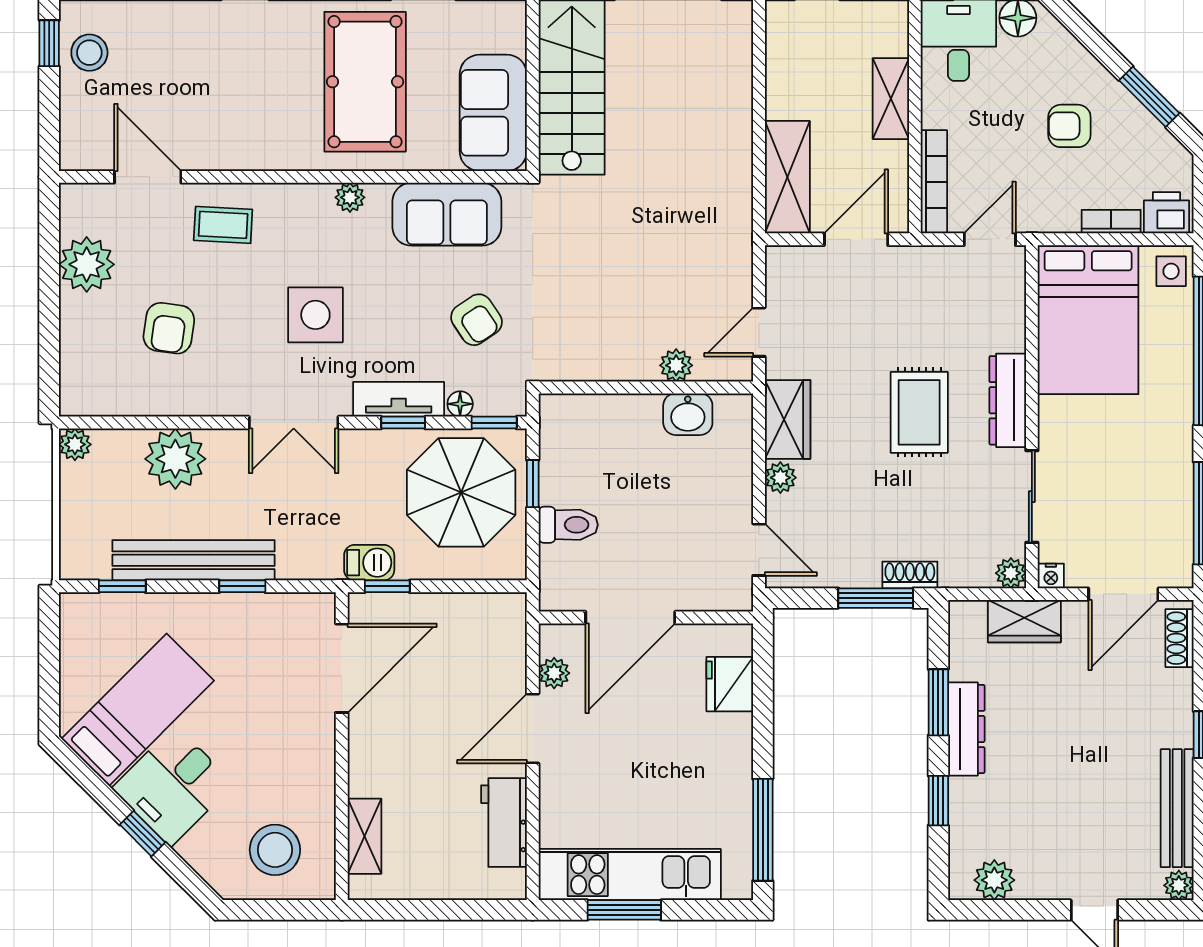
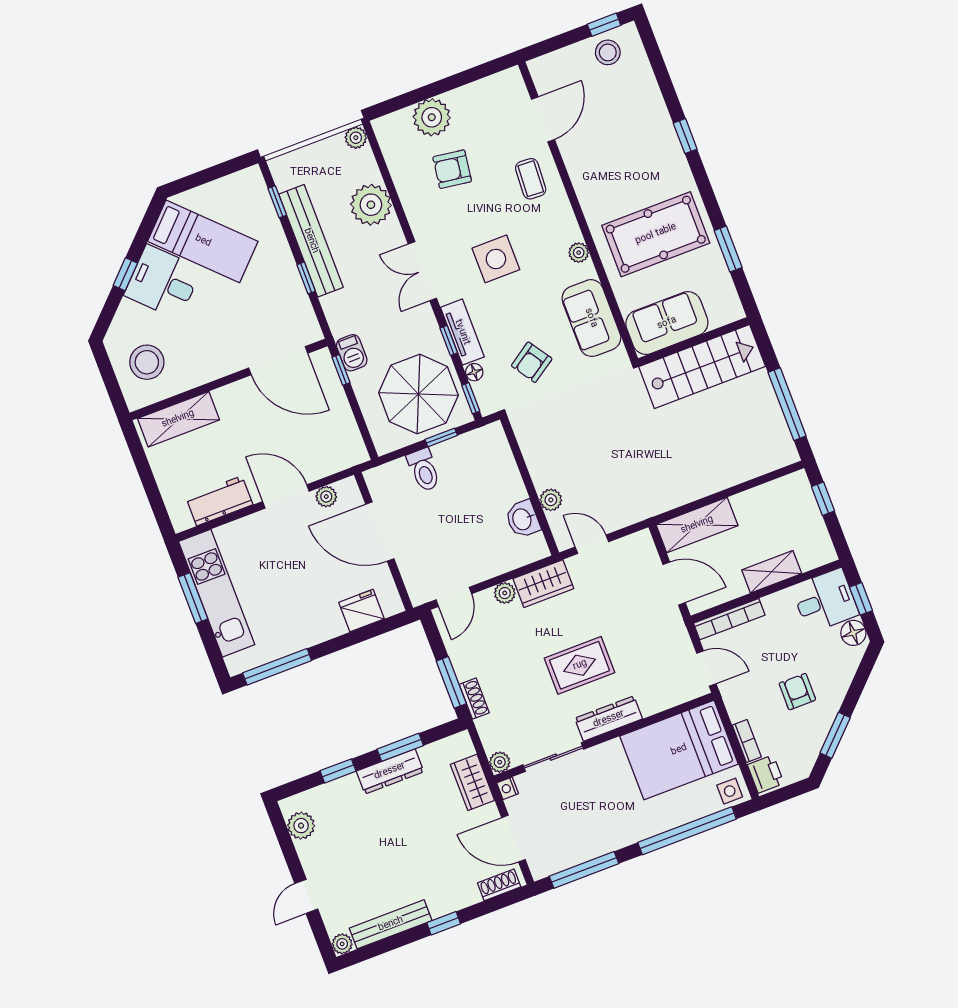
plant: (87, 264) -> (432, 117), moved
shelving: (364, 836) -> (178, 419), width x1.50, depth x1.33

